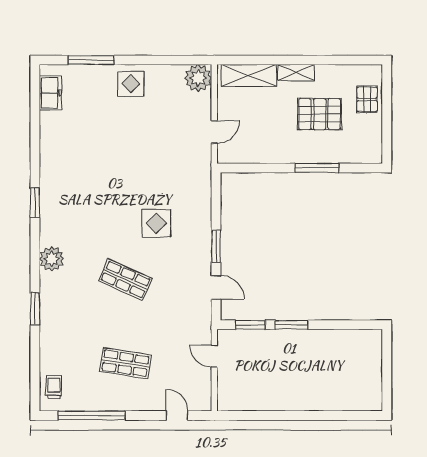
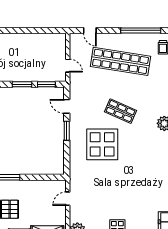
display table: (156, 223) -> (102, 144), width x1.86, depth x1.86
shop shelf: (126, 363) -> (120, 61), width x2.00, depth x1.36

